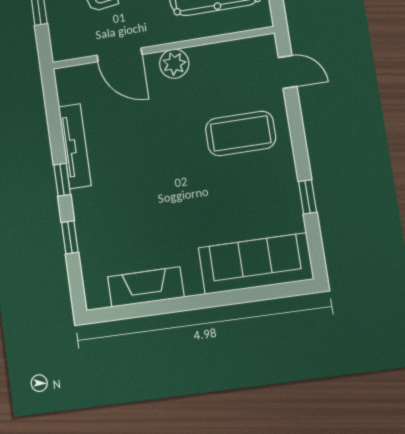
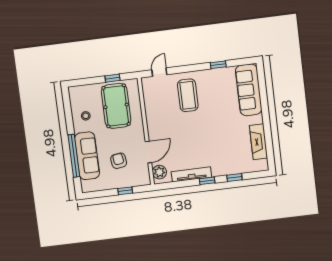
plant: (174, 64) -> (159, 172), moved

